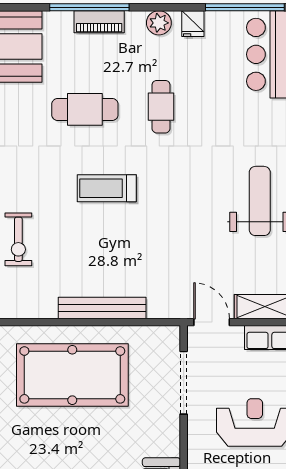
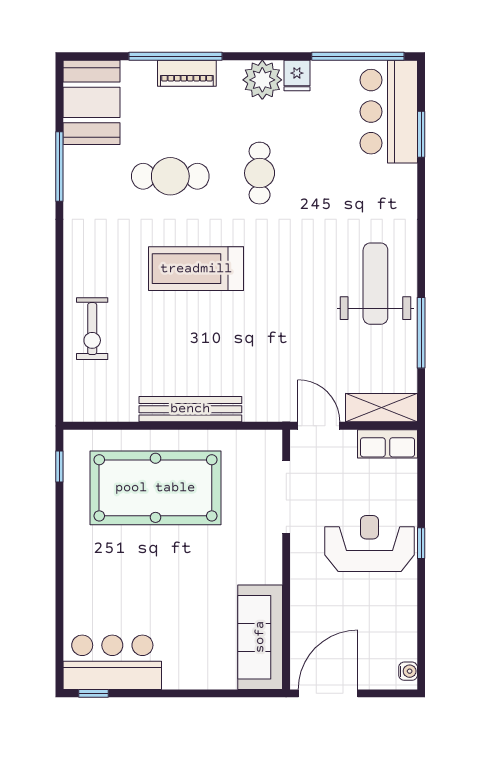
plant: (159, 23) -> (262, 80), width x1.36, depth x1.36
treadmill: (107, 188) -> (196, 269), width x1.37, depth x1.38

